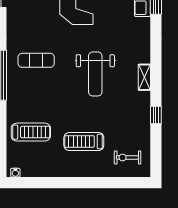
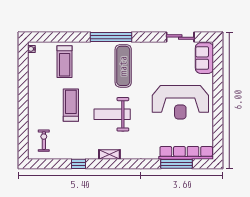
exercise mat: (36, 60) -> (123, 66), width x1.36, depth x1.45
treadmill: (84, 142) -> (71, 105), moved

